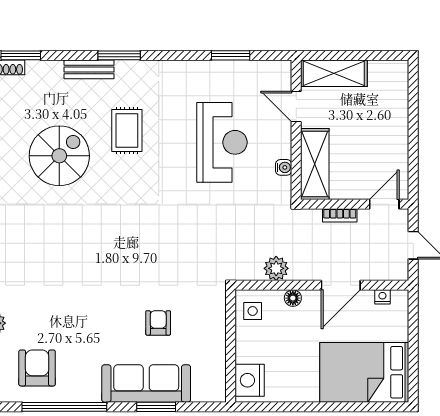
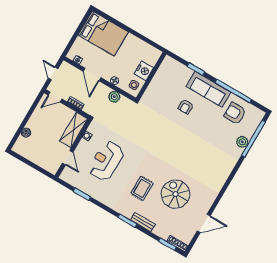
shelving: (334, 73) -> (44, 162), removed
boiler: (399, 108) -> (26, 133), added
spiral stairs: (59, 156) -> (175, 194), turned 90
door: (341, 285) -> (92, 75), swing flipped
armchair: (158, 323) -> (186, 107), moved
armchair: (37, 368) -> (235, 113), turned 90
nightstand: (250, 380) -> (144, 71), moved
sofa: (146, 383) -> (209, 89), moved

